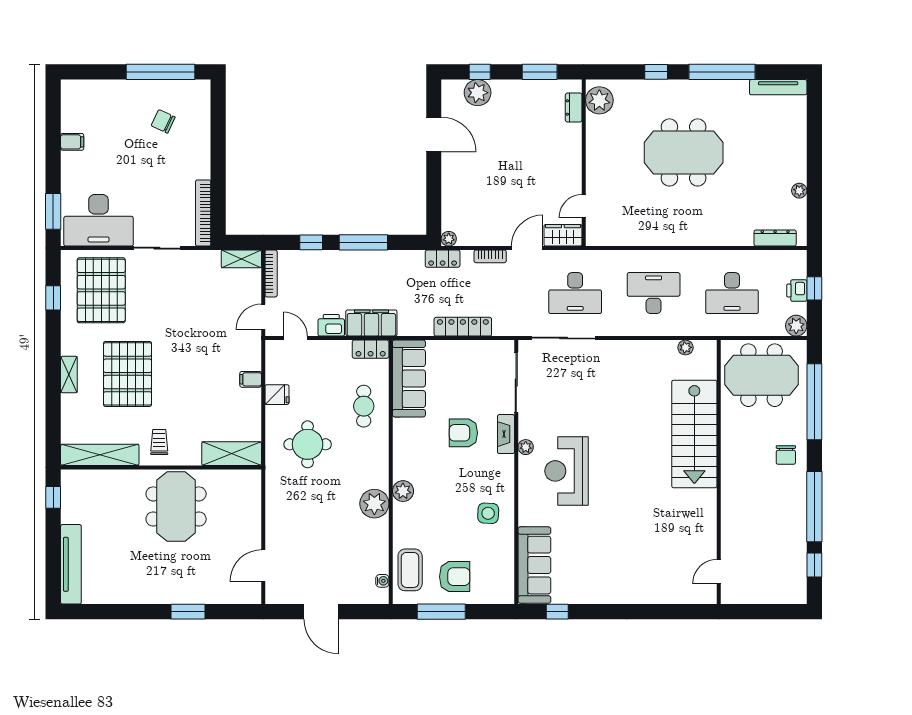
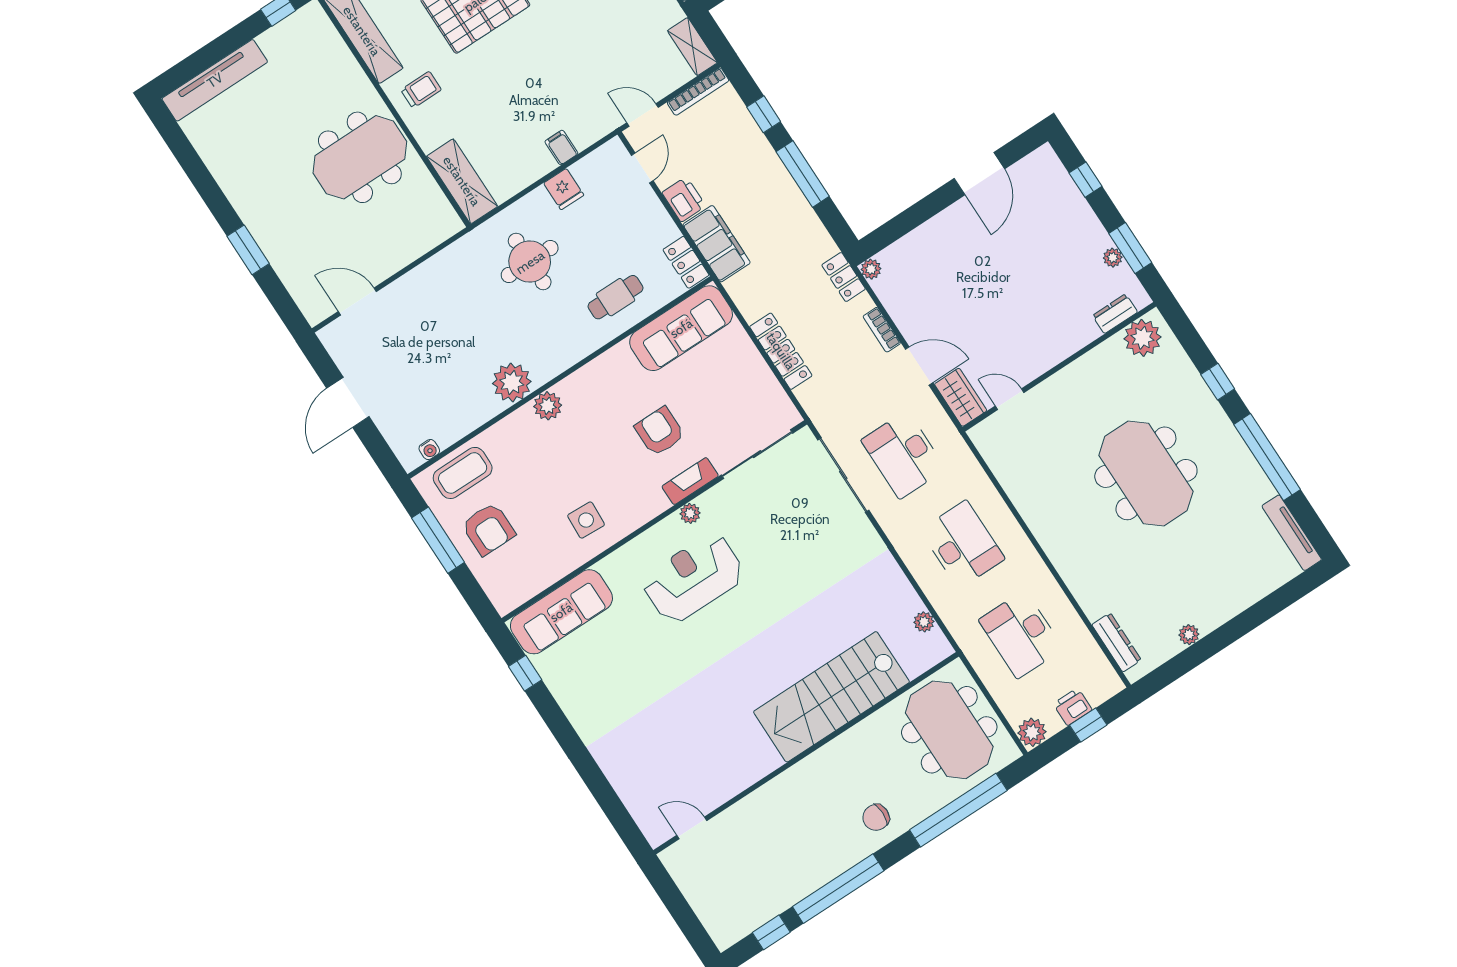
plant: (478, 93) -> (1113, 258), moved, width x0.53, depth x0.53

